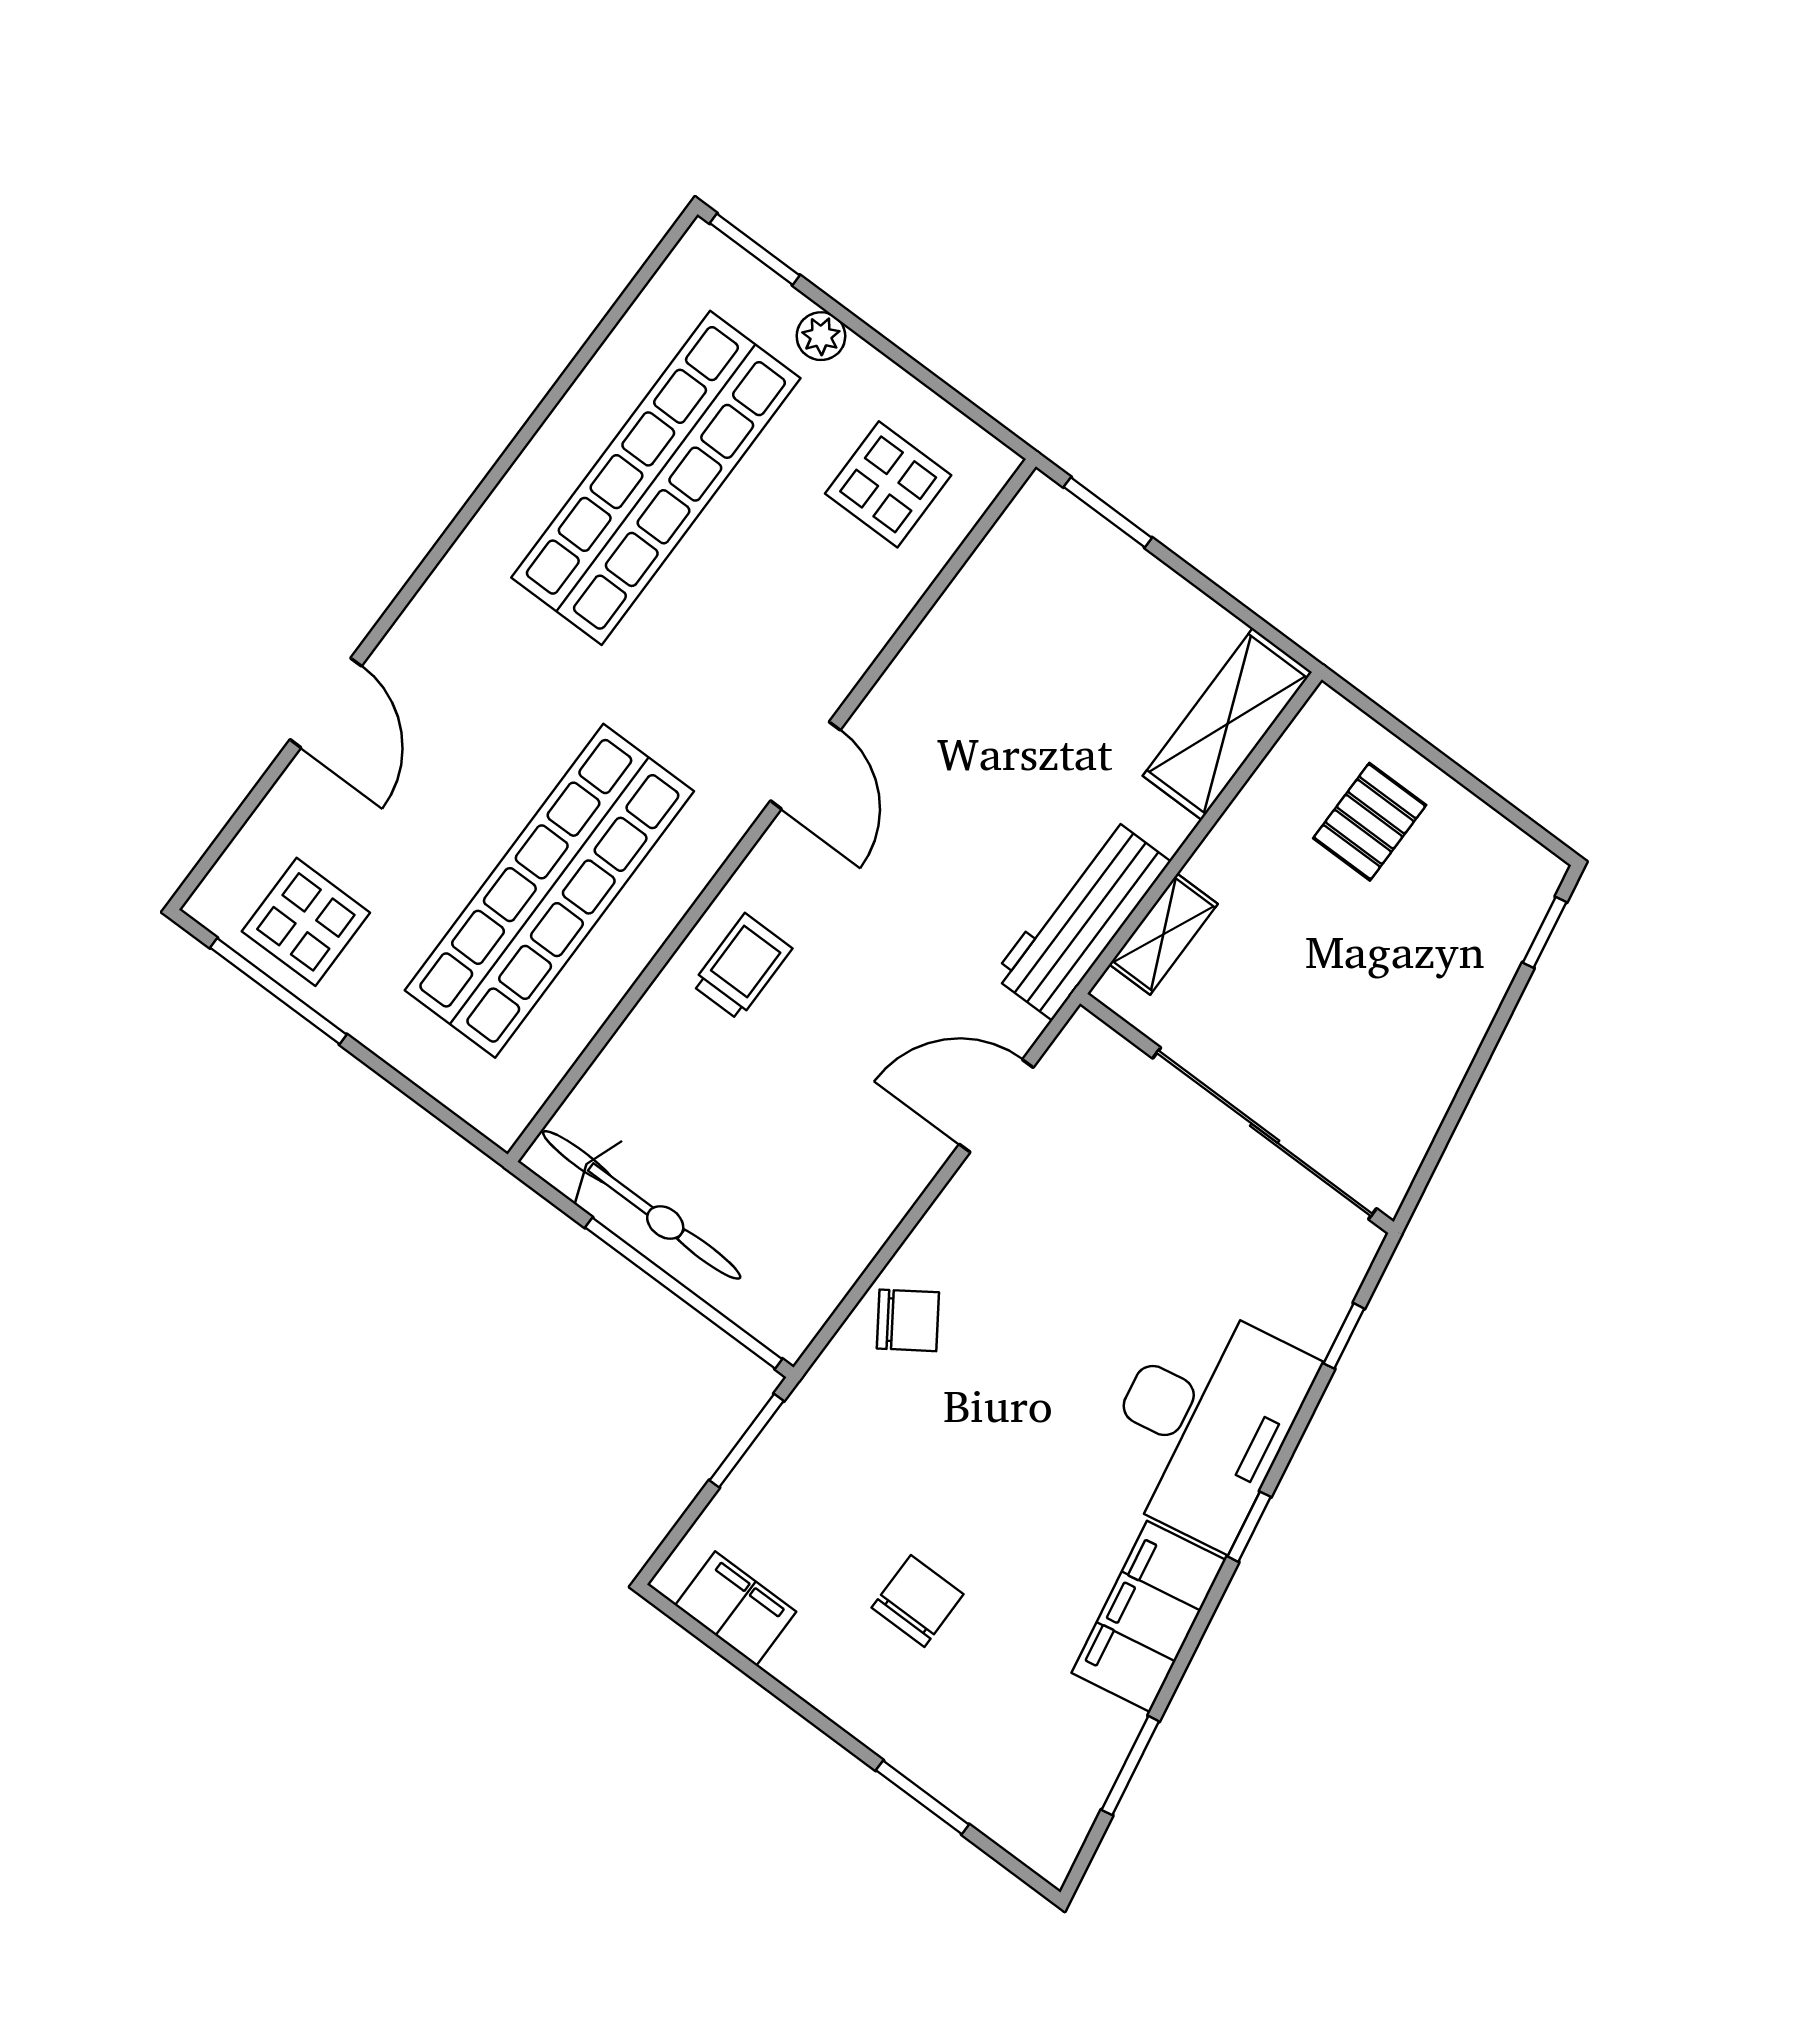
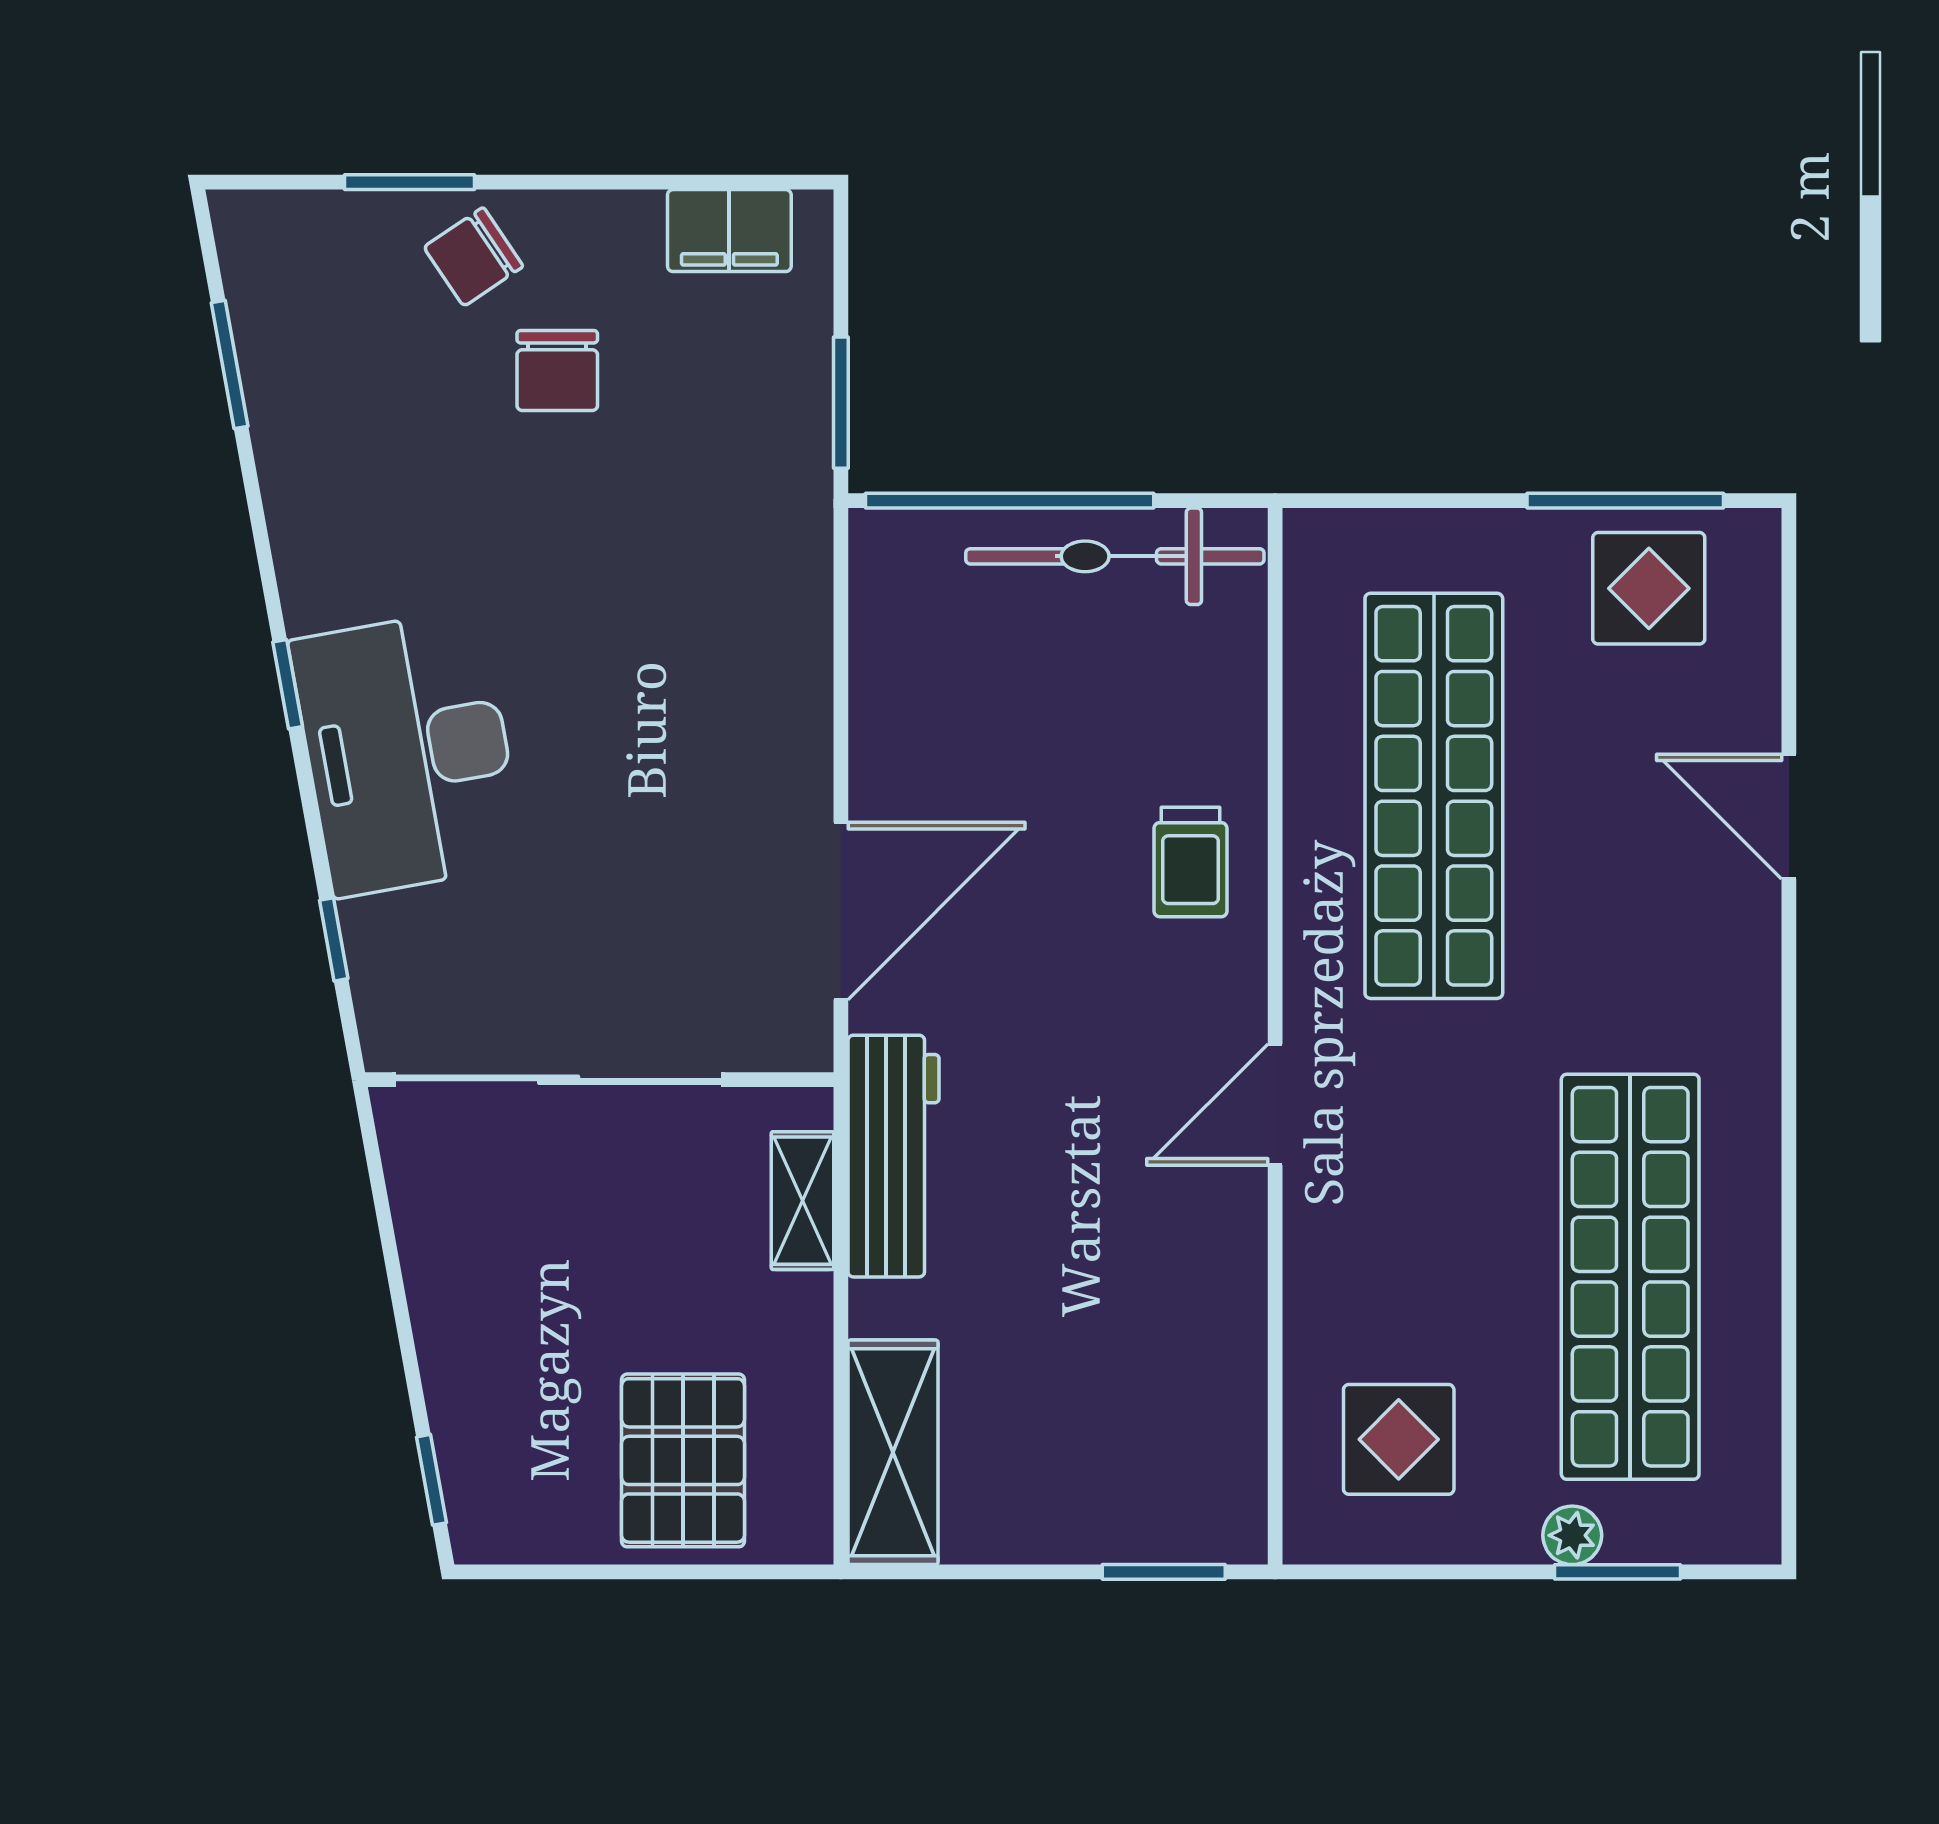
window: (755, 249) -> (1618, 1572), moved
door: (805, 765) -> (1275, 1105), hinge flipped
pallet: (1370, 822) -> (683, 1460), width x1.50, depth x1.42
door: (996, 1106) -> (841, 911), width x1.36
chair: (908, 1320) -> (474, 257), moved
filing cabinet: (1149, 1616) -> (320, 523), removed

